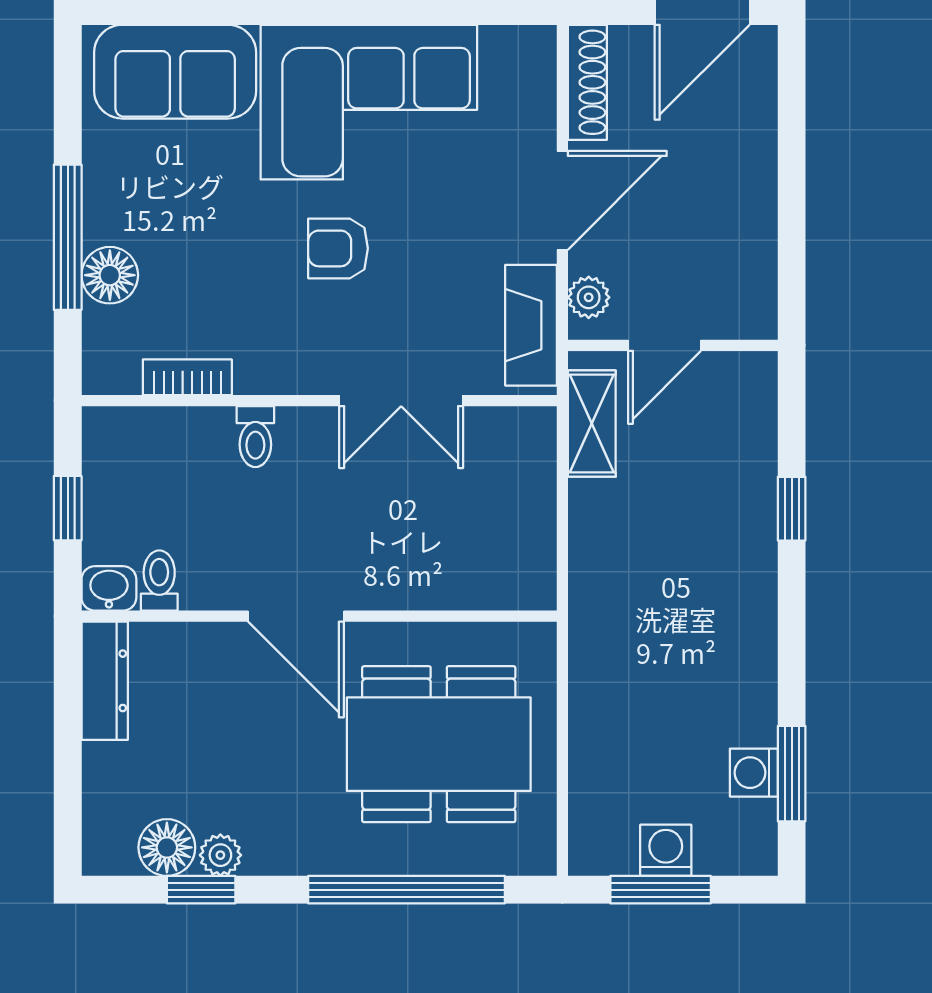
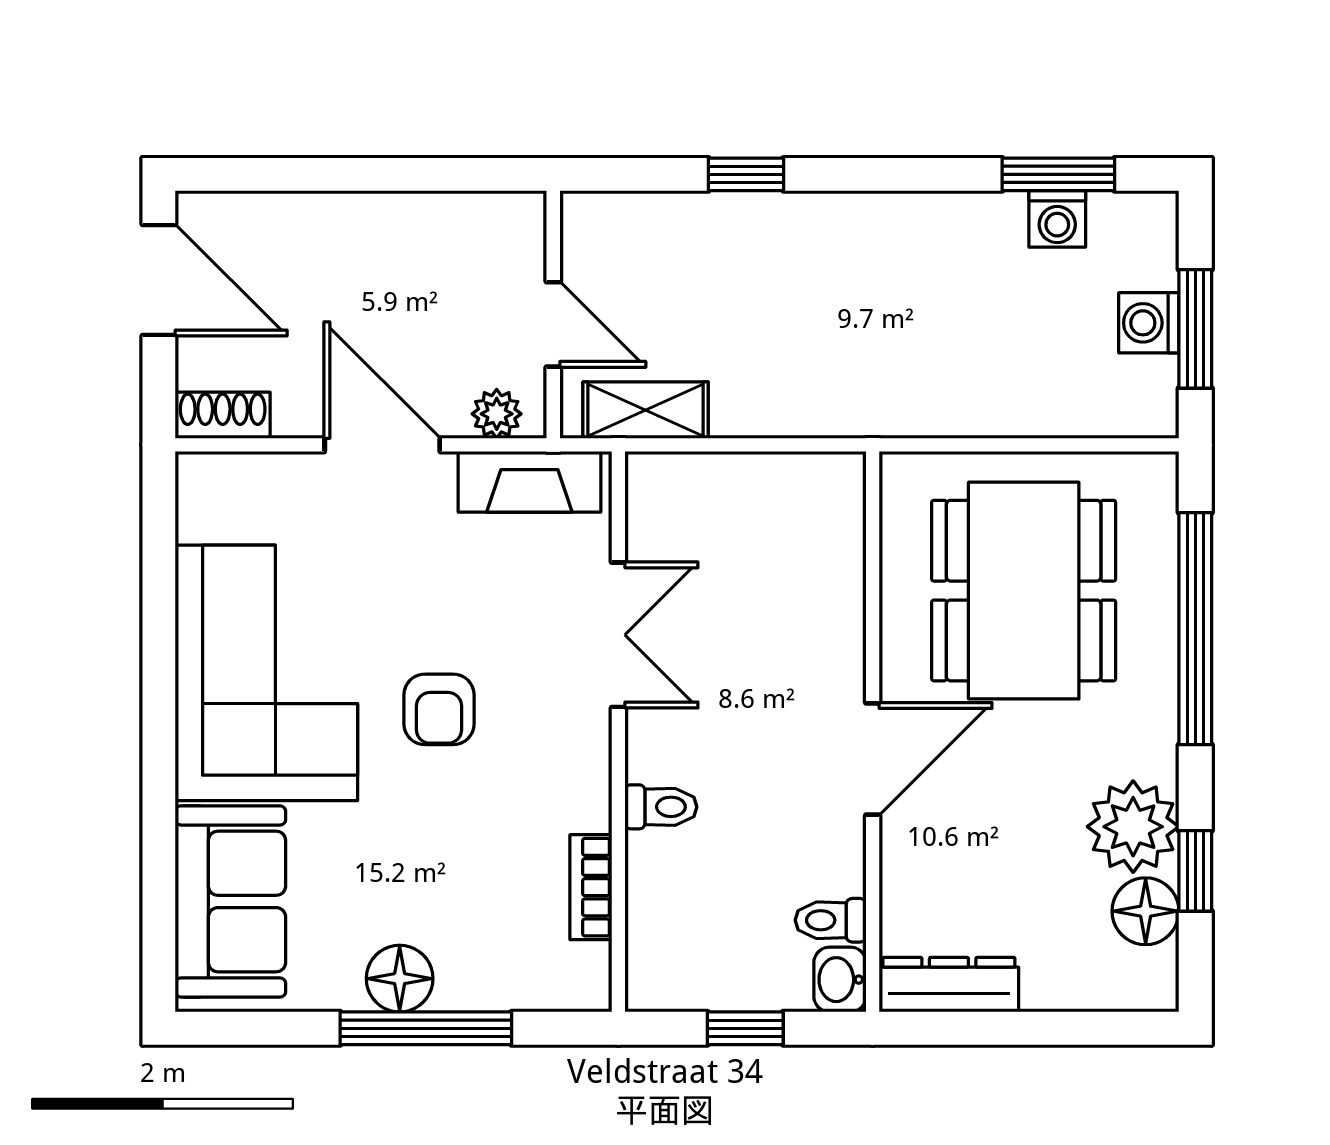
shoe rack: (587, 82) -> (223, 415), width x0.70
floor lamp: (110, 275) -> (400, 979), moved
plant: (220, 855) -> (1133, 827), width x1.88, depth x1.88

